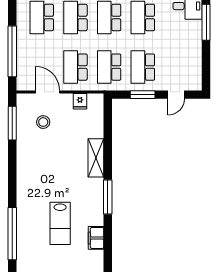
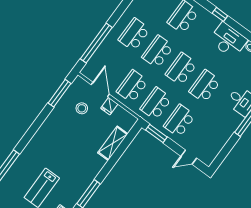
window: (143, 95) -> (156, 134), moved
fridge: (80, 101) -> (109, 106), moved
shelving: (96, 158) -> (113, 143), moved

